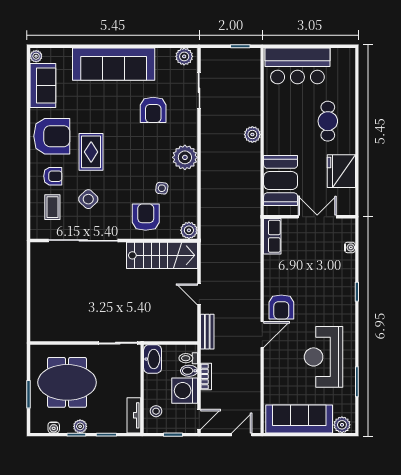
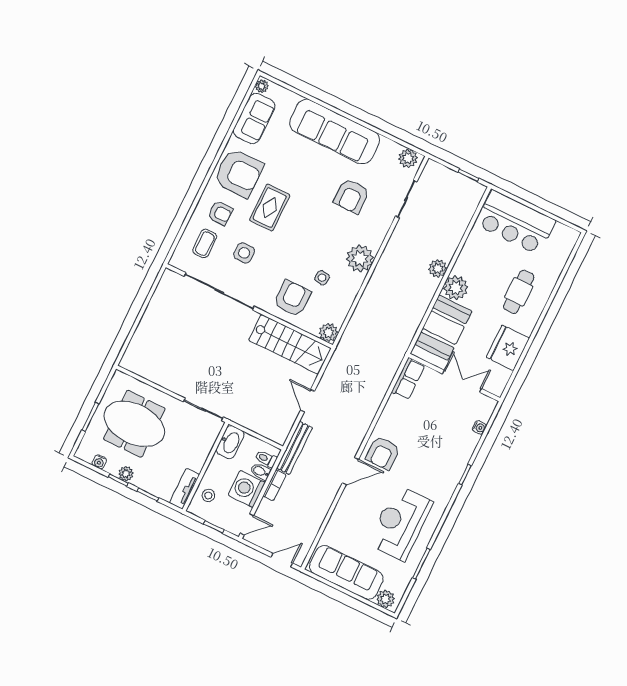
plant: (275, 143) -> (456, 288), added
side table: (88, 199) -> (244, 253), turned 45
bench: (207, 332) -> (294, 448), width x1.36

